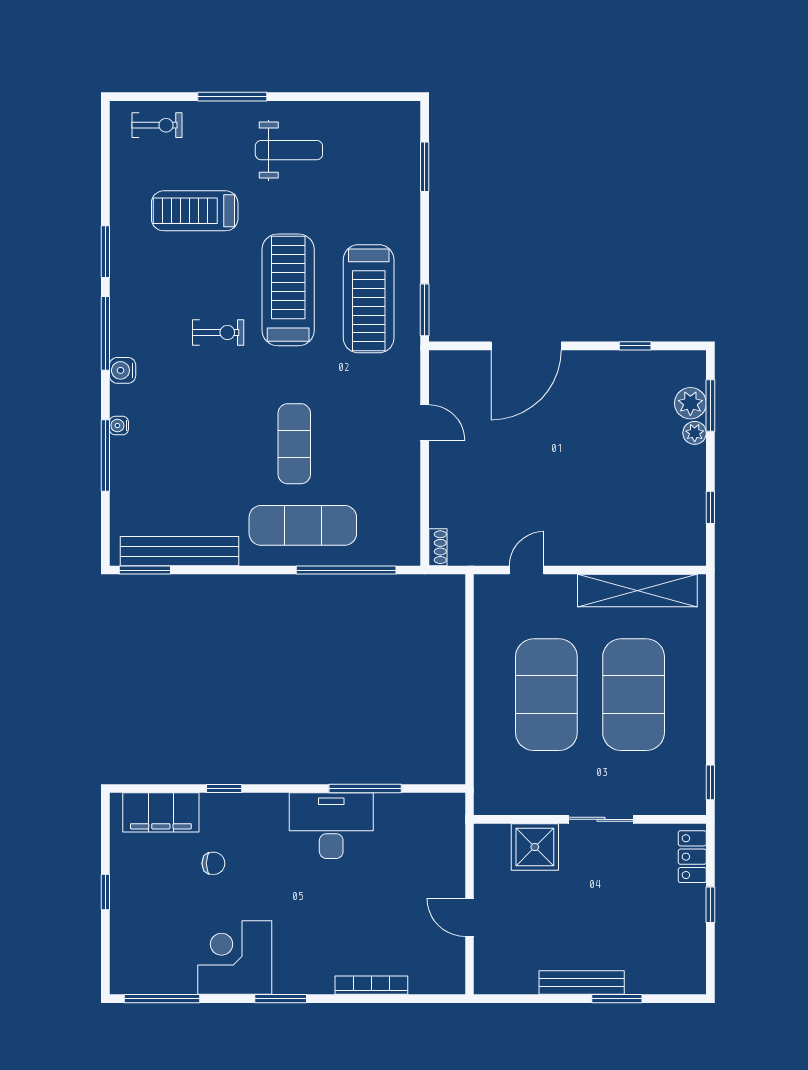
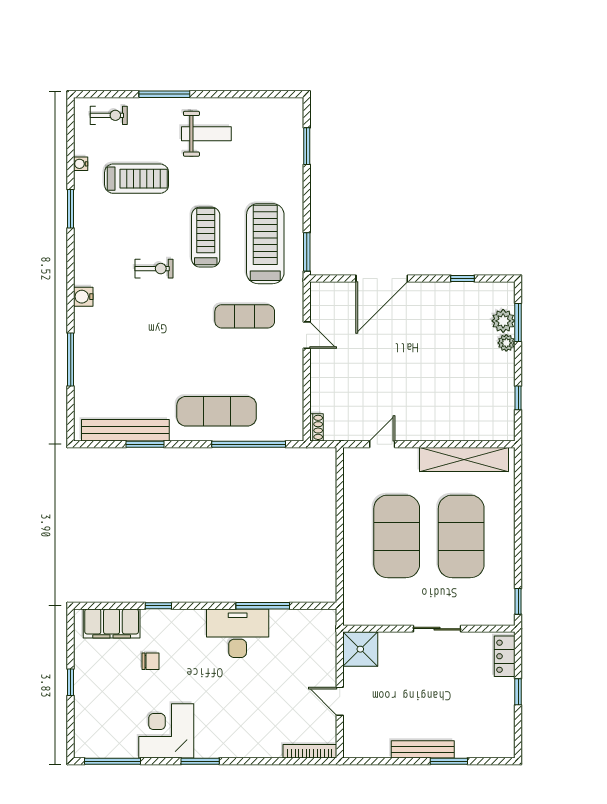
treadmill: (195, 211) -> (137, 179), turned 180
treadmill: (288, 290) -> (206, 237), width x0.73, depth x0.73
treadmill: (369, 299) -> (265, 244), turned 180
window: (105, 333) -> (71, 269), removed
water cooler: (119, 426) -> (81, 164), moved
exercise mat: (294, 444) -> (245, 316), moved, turned 90
window: (145, 570) -> (145, 444), moved
shower: (535, 847) -> (360, 649), moved
bookcase: (371, 985) -> (310, 751), moved

